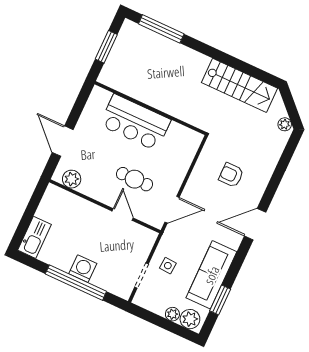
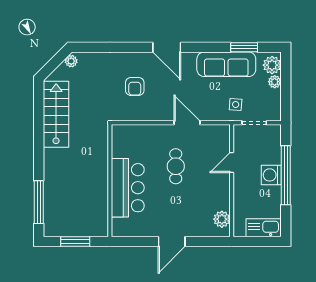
plant: (72, 179) -> (222, 219), moved
wall: (105, 206) -> (232, 181), moved
door: (123, 214) -> (232, 162), moved

